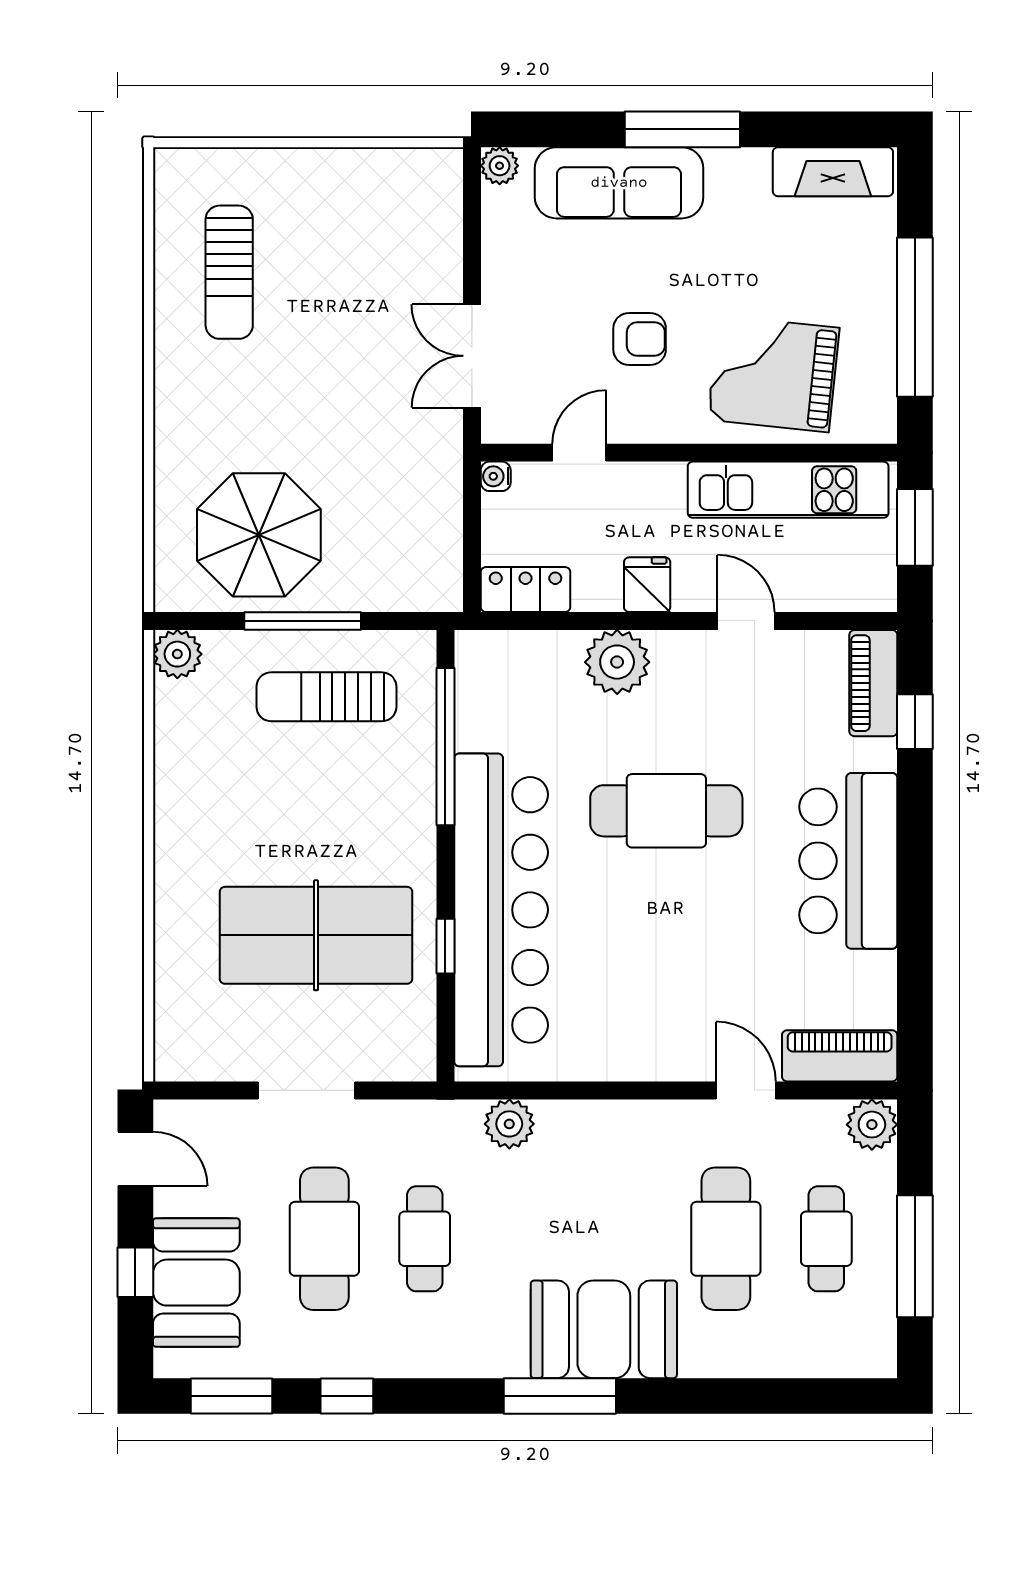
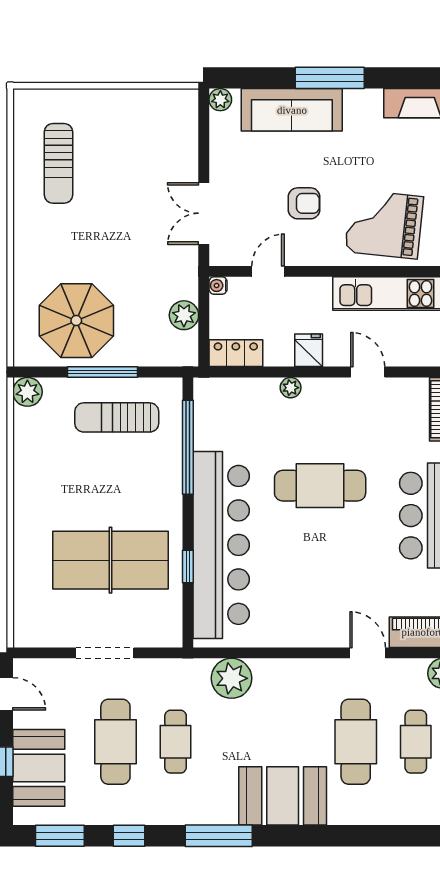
plant: (439, 526) -> (184, 315), added
plant: (617, 662) -> (291, 388), width x0.53, depth x0.53
plant: (509, 1124) -> (231, 678), width x1.36, depth x1.36
window: (560, 1396) -> (219, 836), moved

